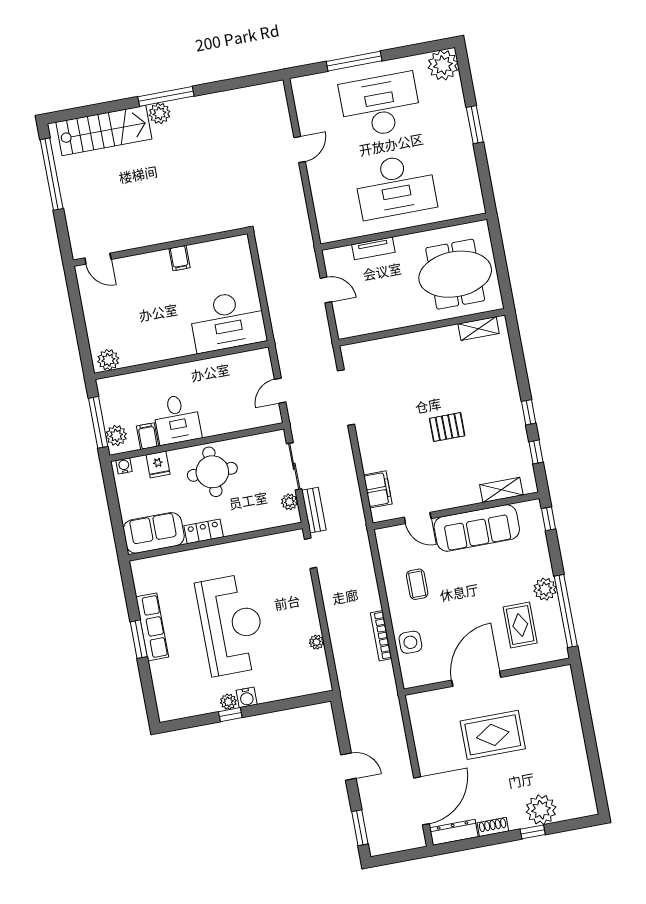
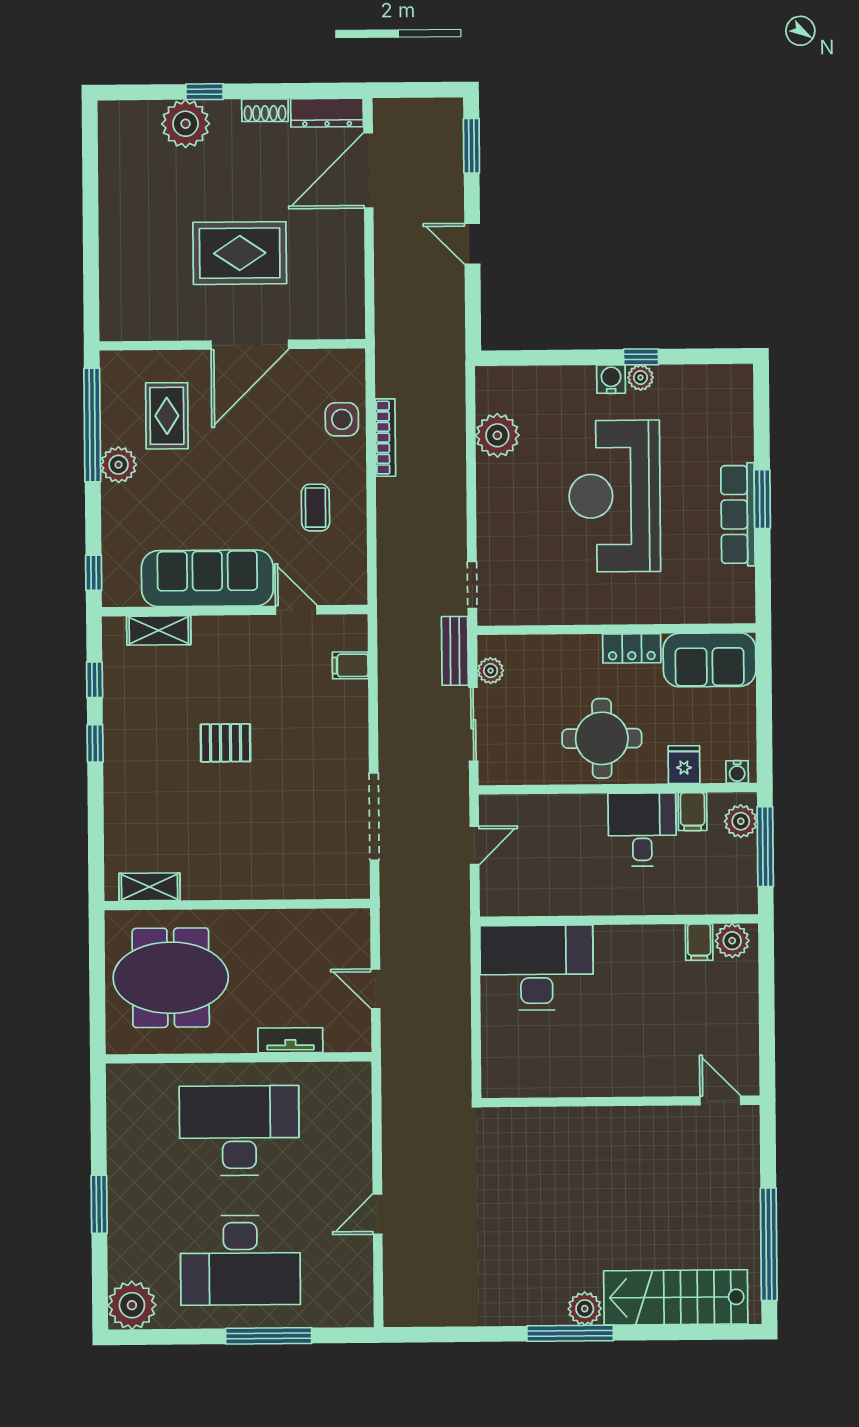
filing cabinet: (179, 258) -> (699, 942), moved, turned 180
filing cabinet: (378, 489) -> (350, 665), width x0.50
plant: (317, 642) -> (497, 435), width x1.88, depth x1.88

